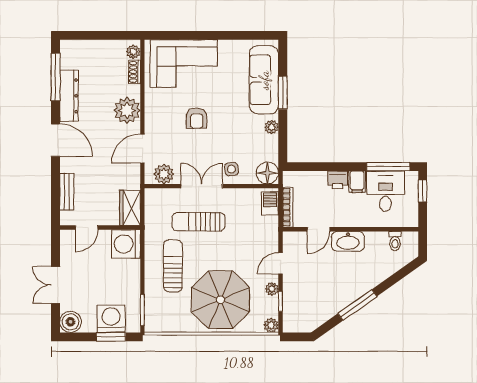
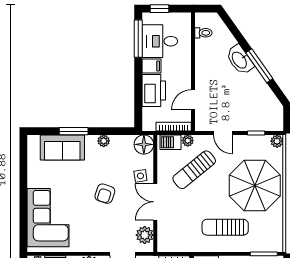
sofa: (264, 80) -> (62, 148), width x0.73
armchair: (197, 118) -> (105, 194), moved, turned 108
printer: (338, 180) -> (154, 91), width x1.87, depth x1.48
sun lounger: (198, 222) -> (194, 170), moved, turned 51
door: (318, 229) -> (193, 100), swing flipped
washbasin: (348, 241) -> (240, 60), moved, turned 145
plant: (272, 289) -> (188, 141), moved

